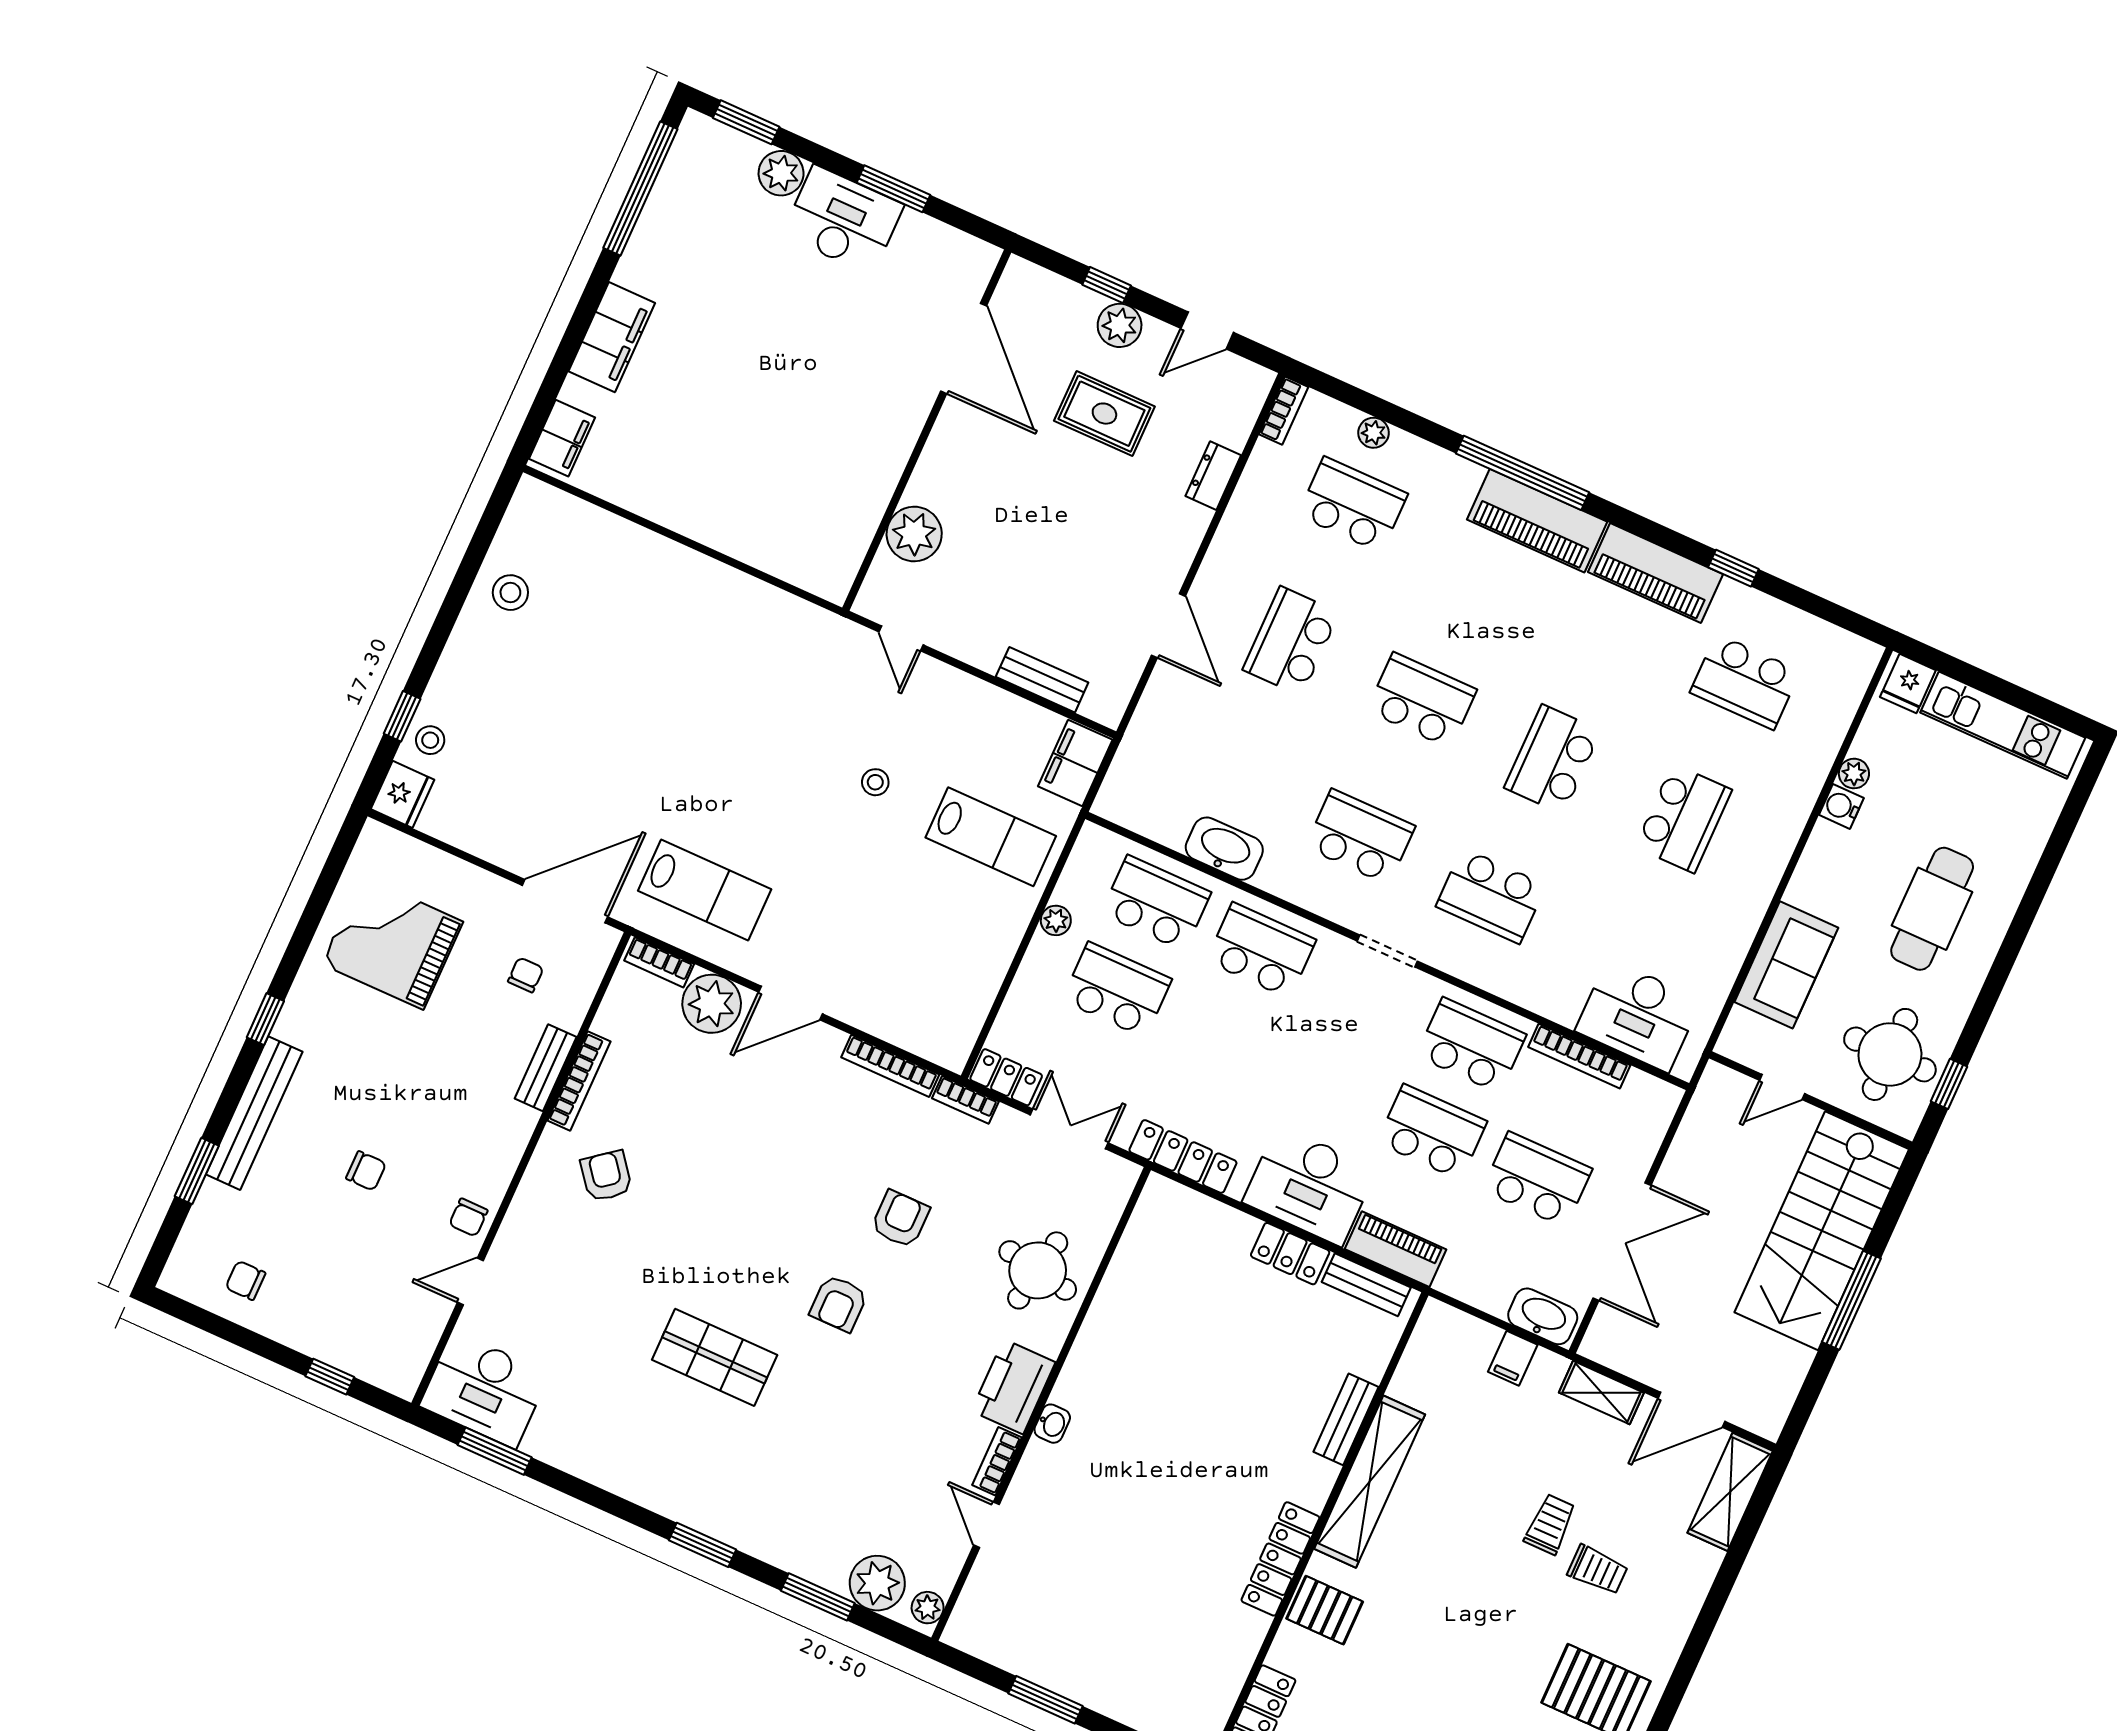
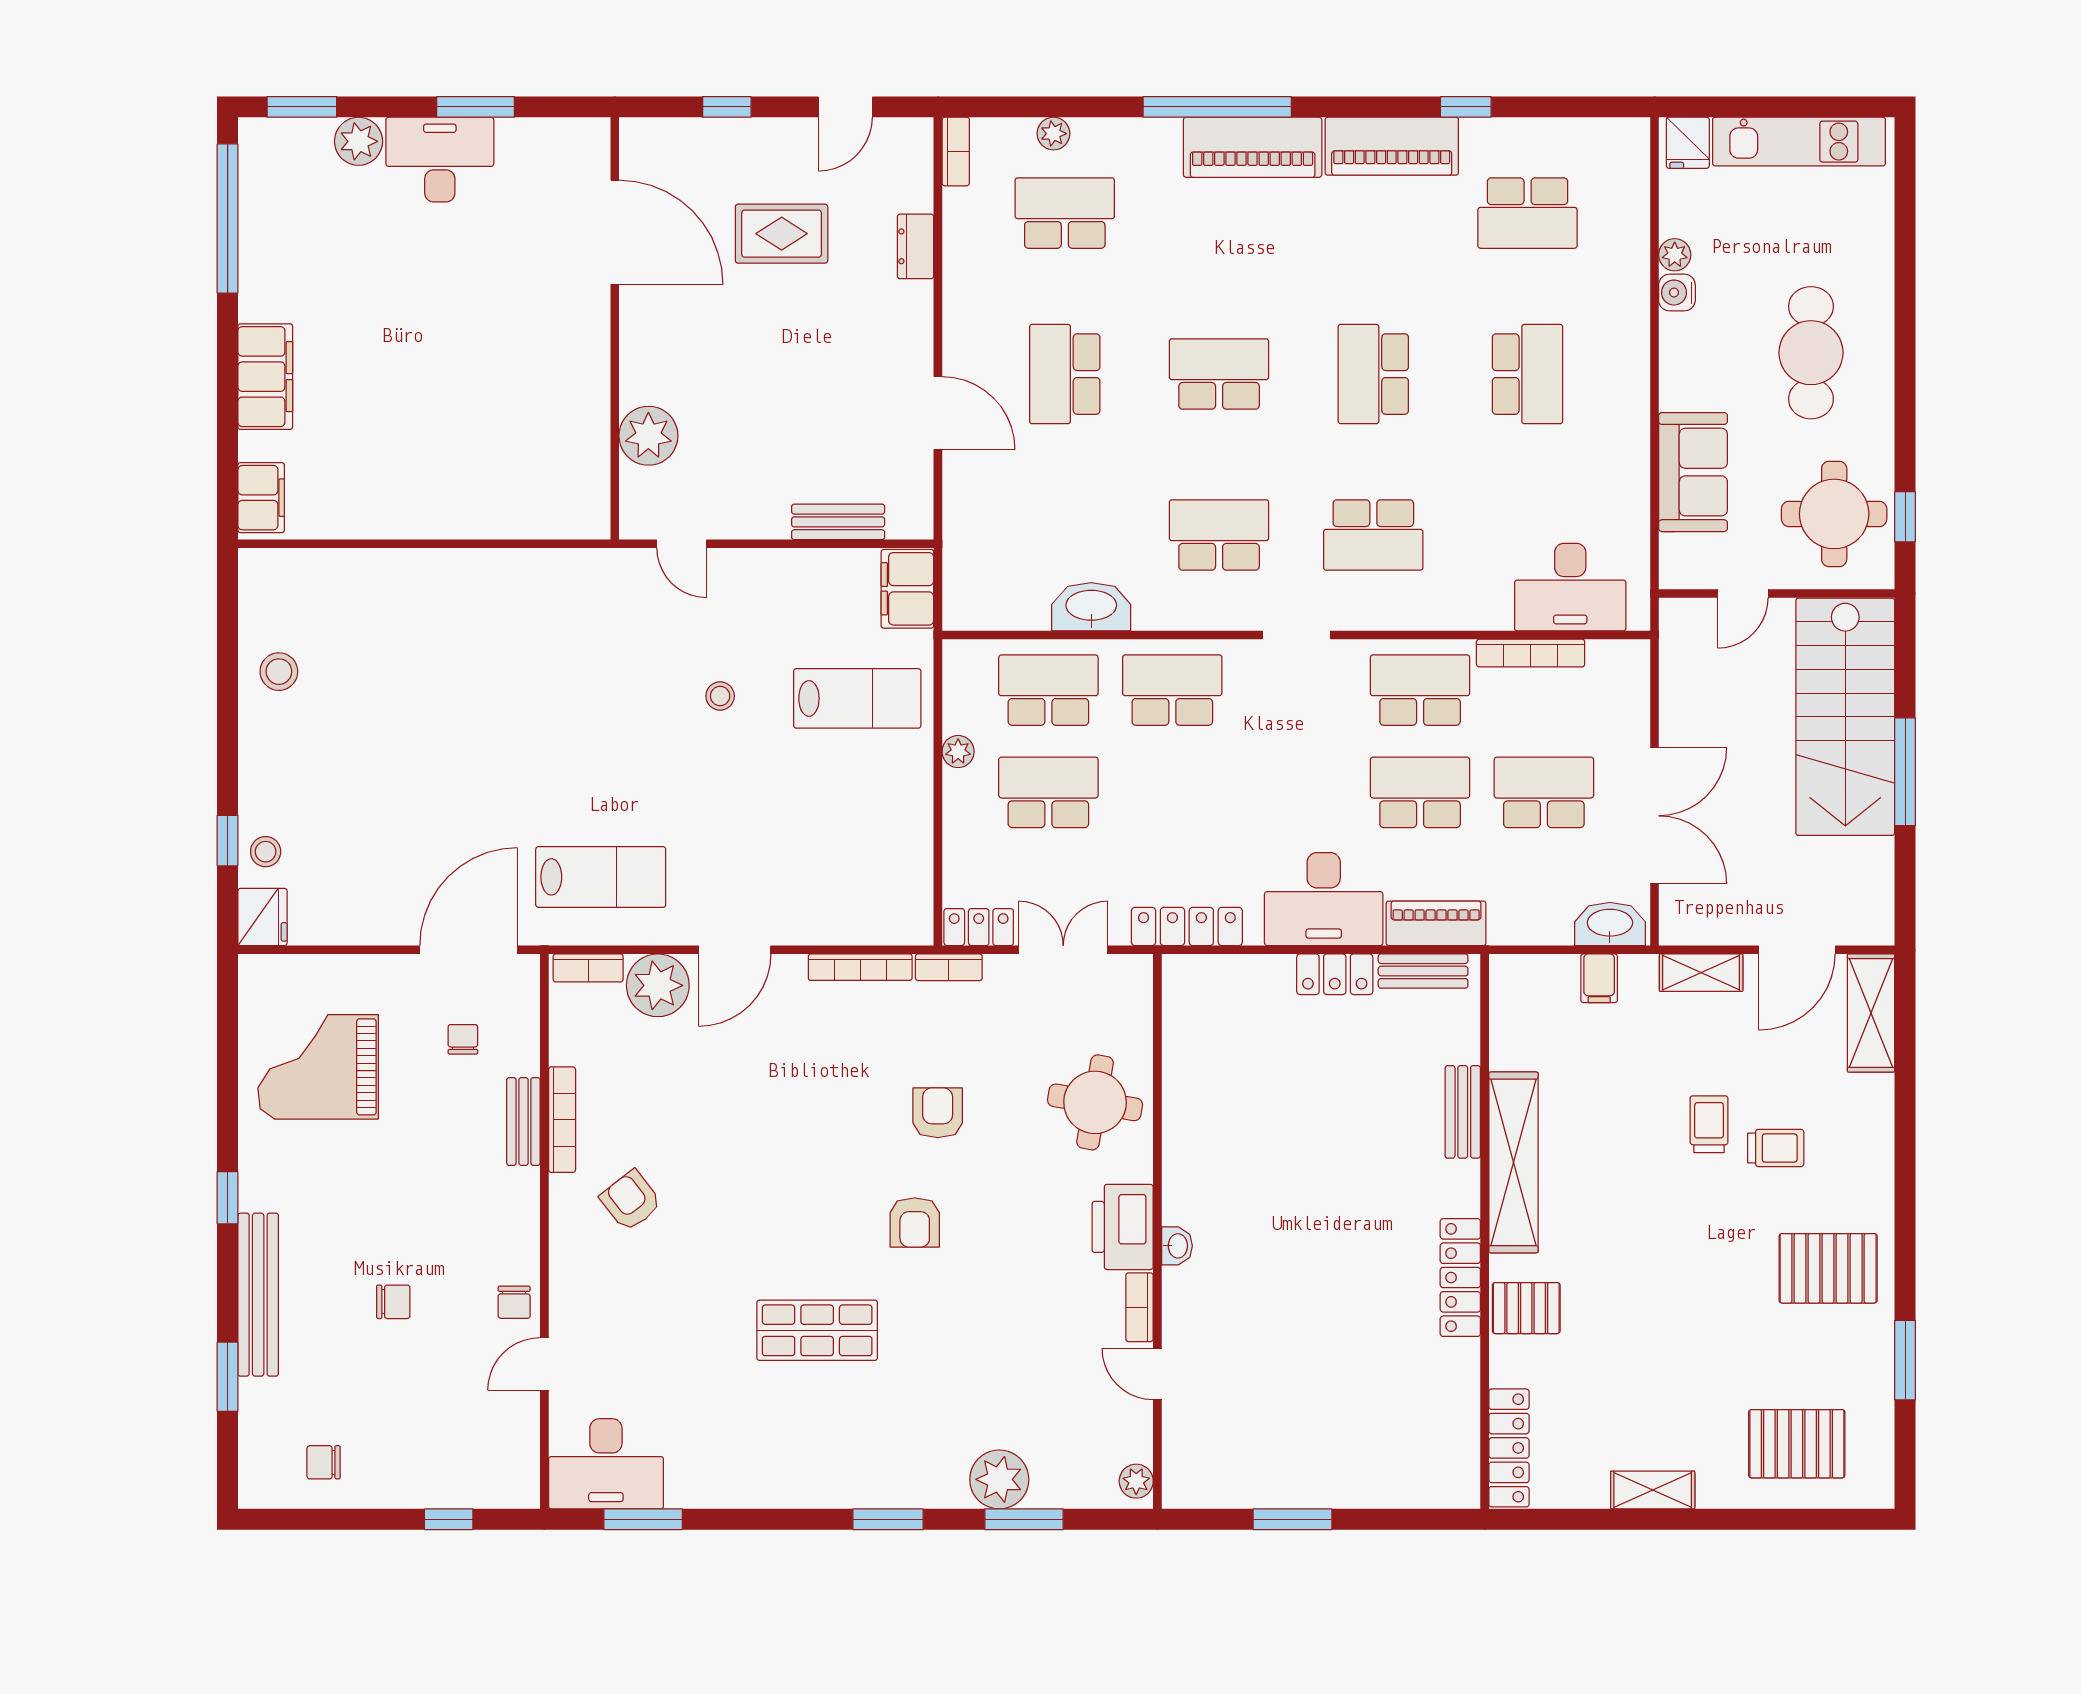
plant: (1120, 325) -> (757, 141), removed
plant: (877, 1583) -> (999, 1479), moved

